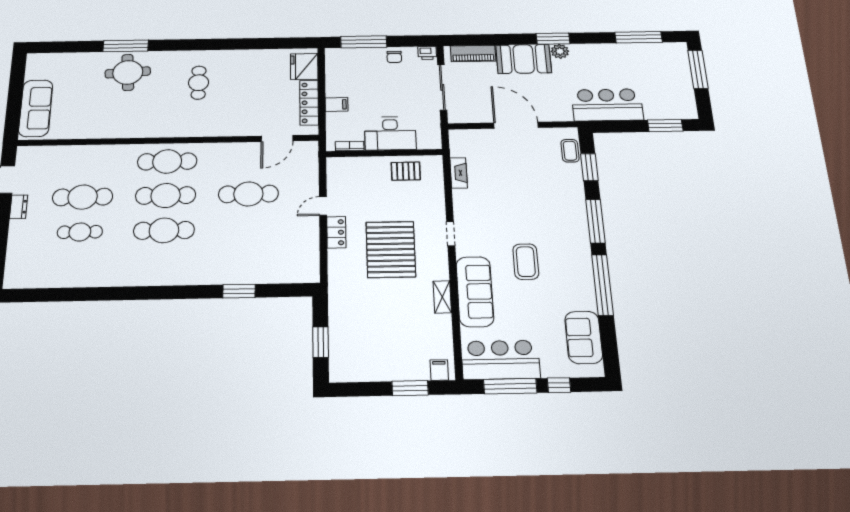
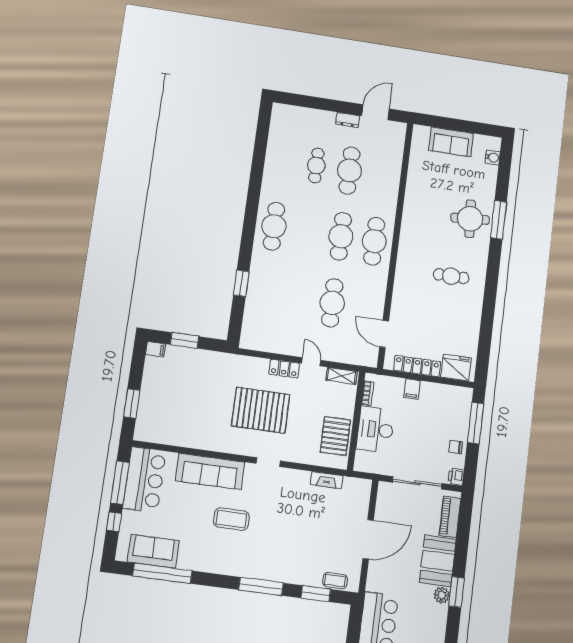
water cooler: (52, 59) -> (493, 157), added
sofa: (36, 108) -> (451, 142), width x0.73
pallet: (406, 171) -> (335, 436), width x1.50, depth x1.42
cafe table: (164, 230) -> (274, 226), moved
window: (602, 285) -> (162, 573), moved
shelving: (442, 297) -> (342, 376), moved
filing cabinet: (439, 370) -> (156, 349), moved

